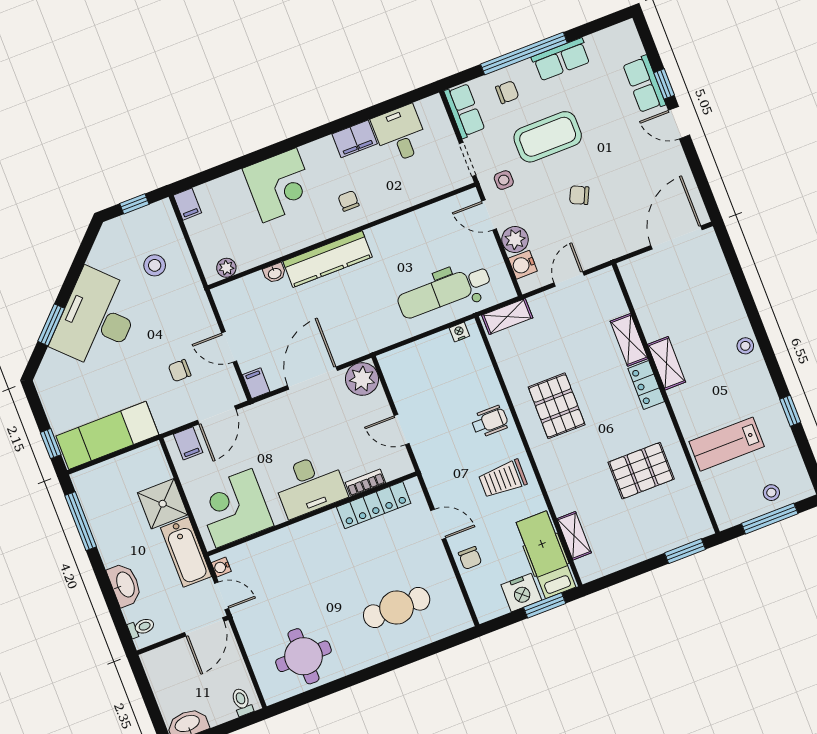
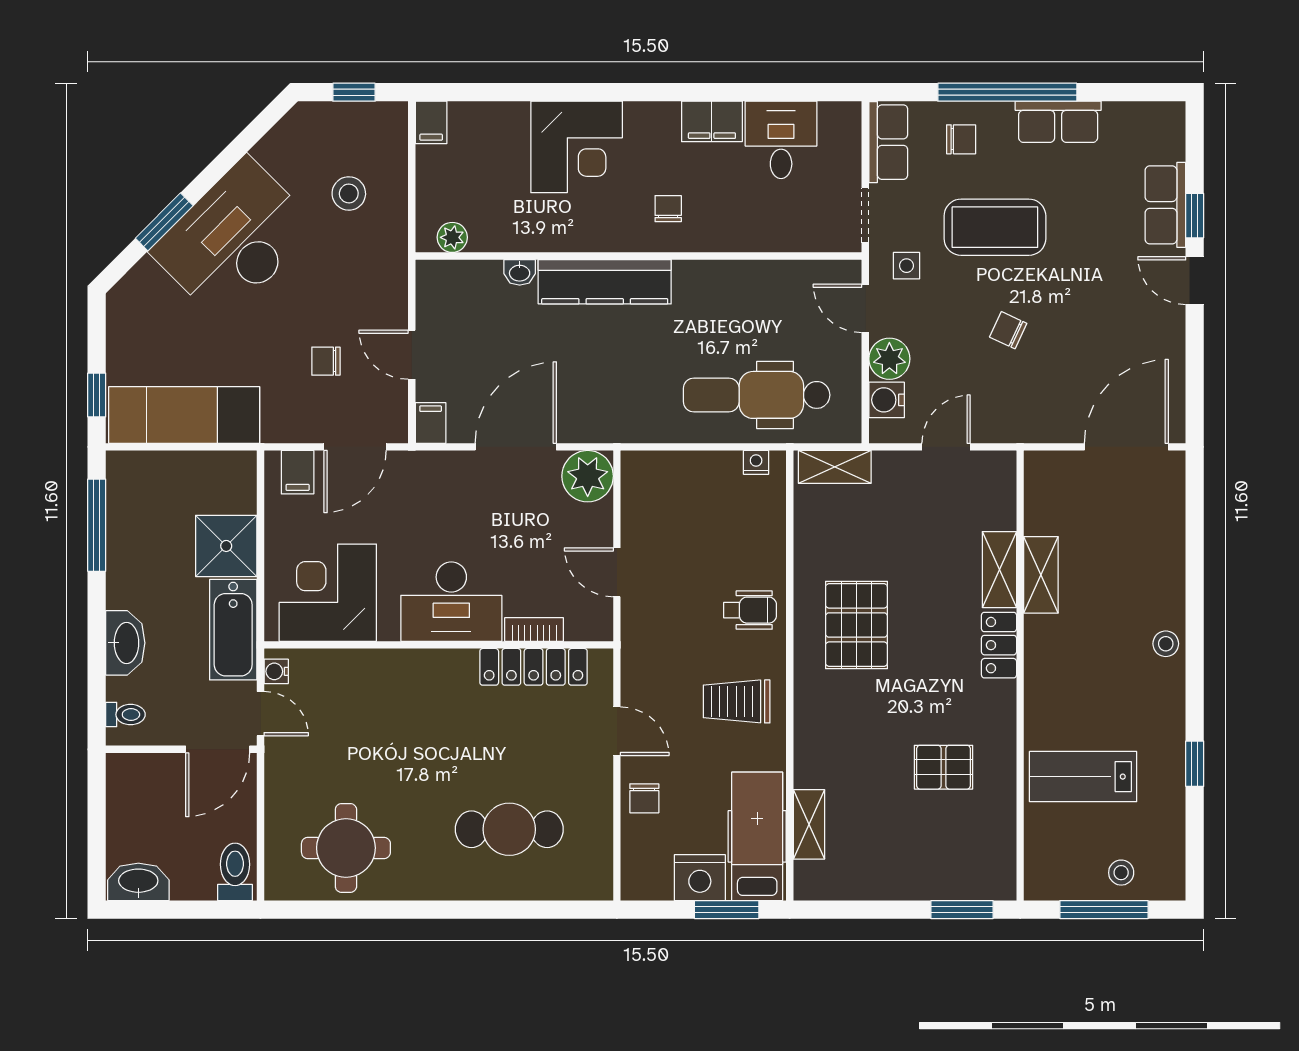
shelving: (667, 363) -> (1041, 575), moved
pallet: (641, 471) -> (944, 767), width x0.67, depth x0.71
toilet: (242, 702) -> (235, 872), width x1.37, depth x1.39

